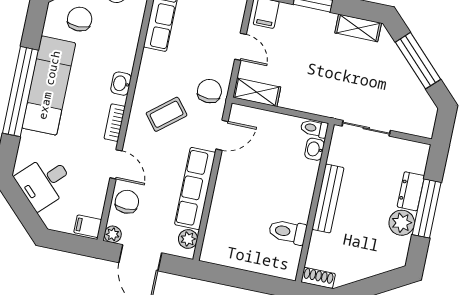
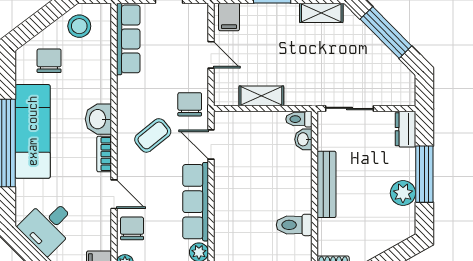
washbasin: (121, 84) -> (98, 119), width x1.38, depth x1.45
shelving: (257, 92) -> (261, 96), moved
door: (222, 135) -> (211, 145), swing flipped
dresser: (411, 191) -> (405, 129), moved

